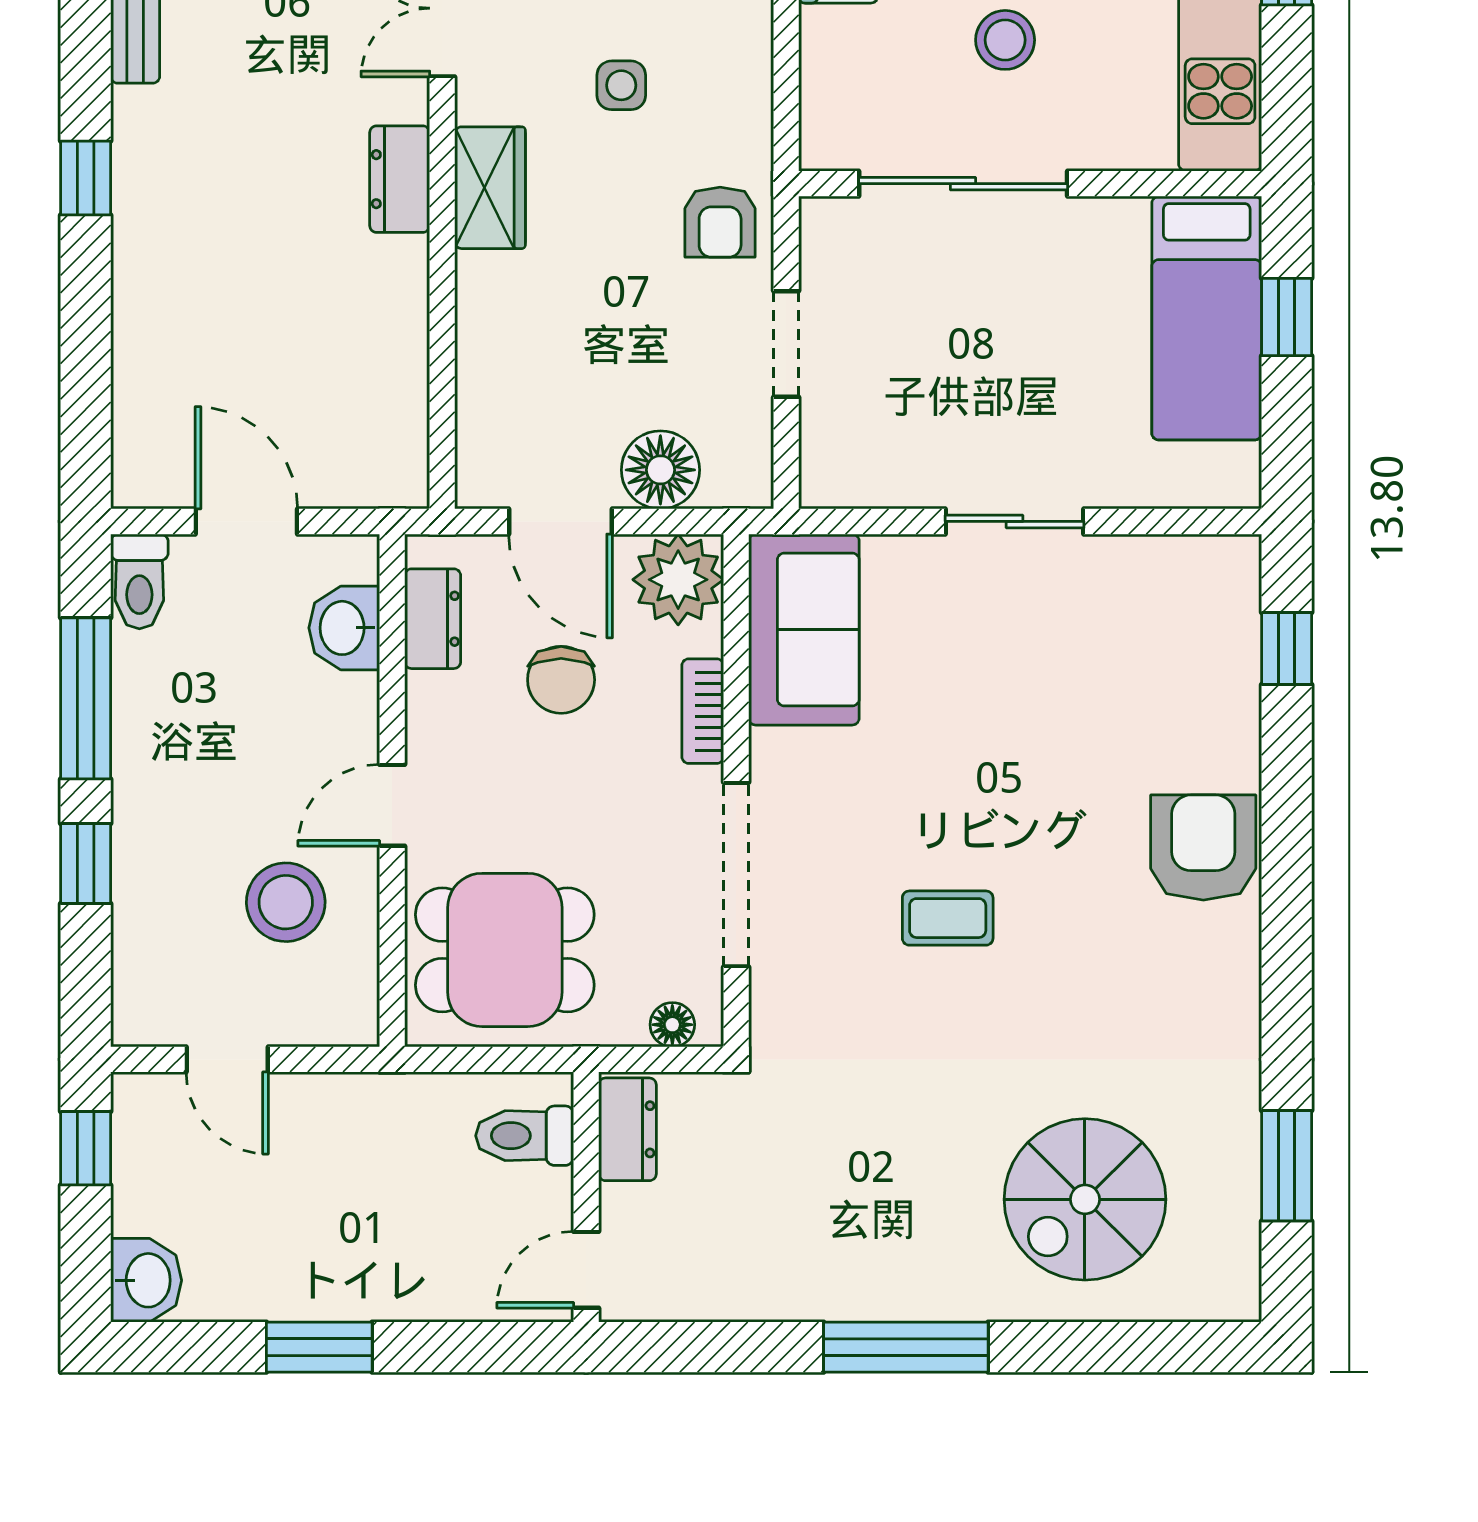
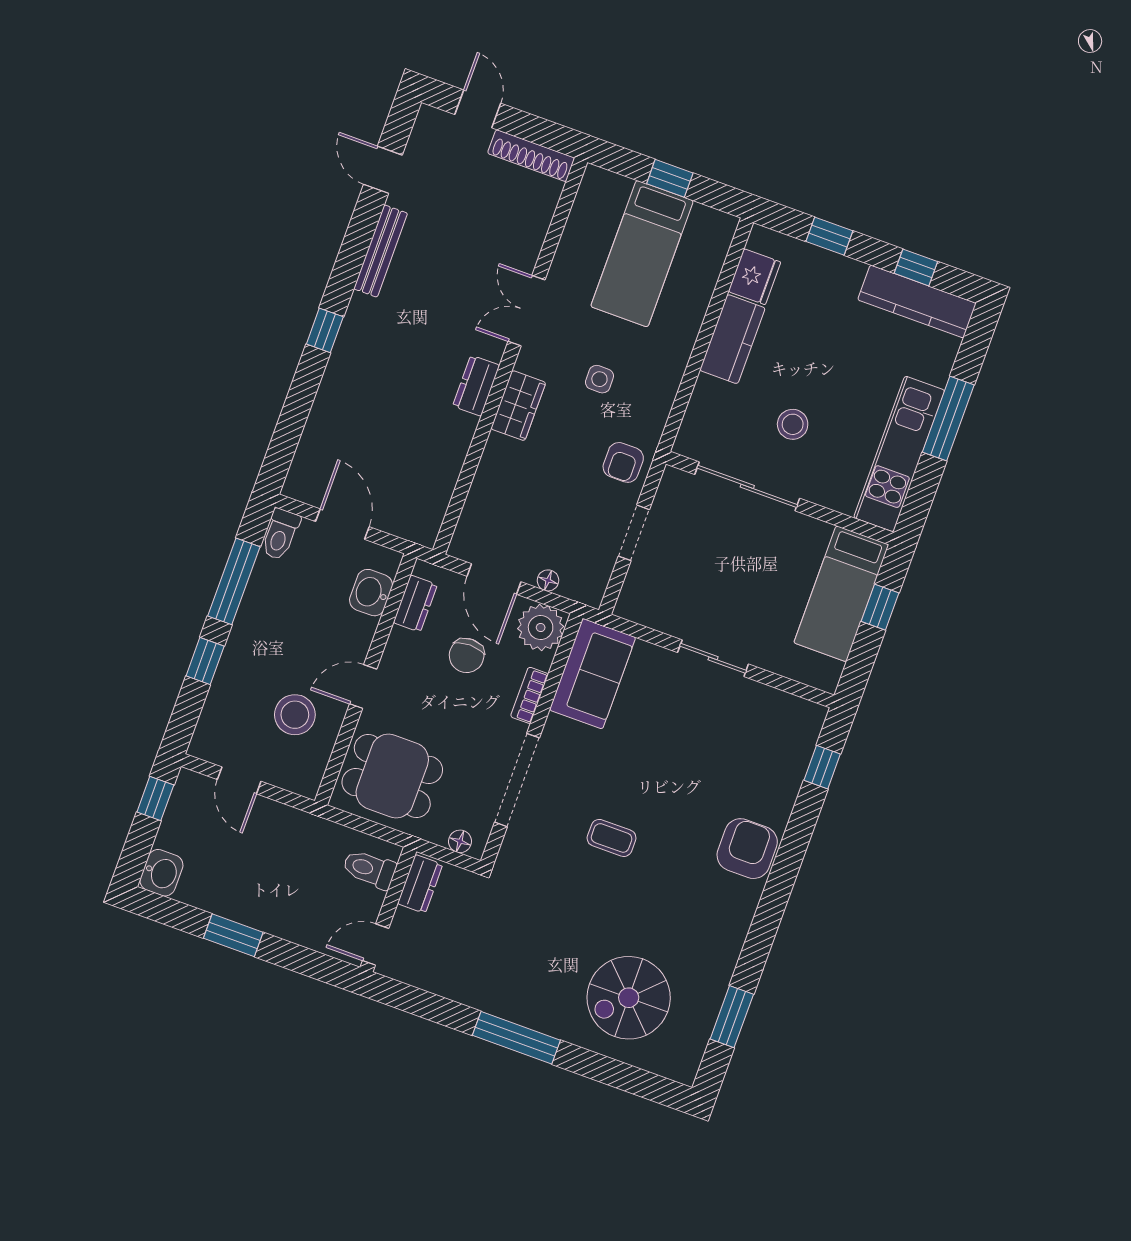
floor lamp: (660, 470) -> (548, 580), width x0.53, depth x0.53

